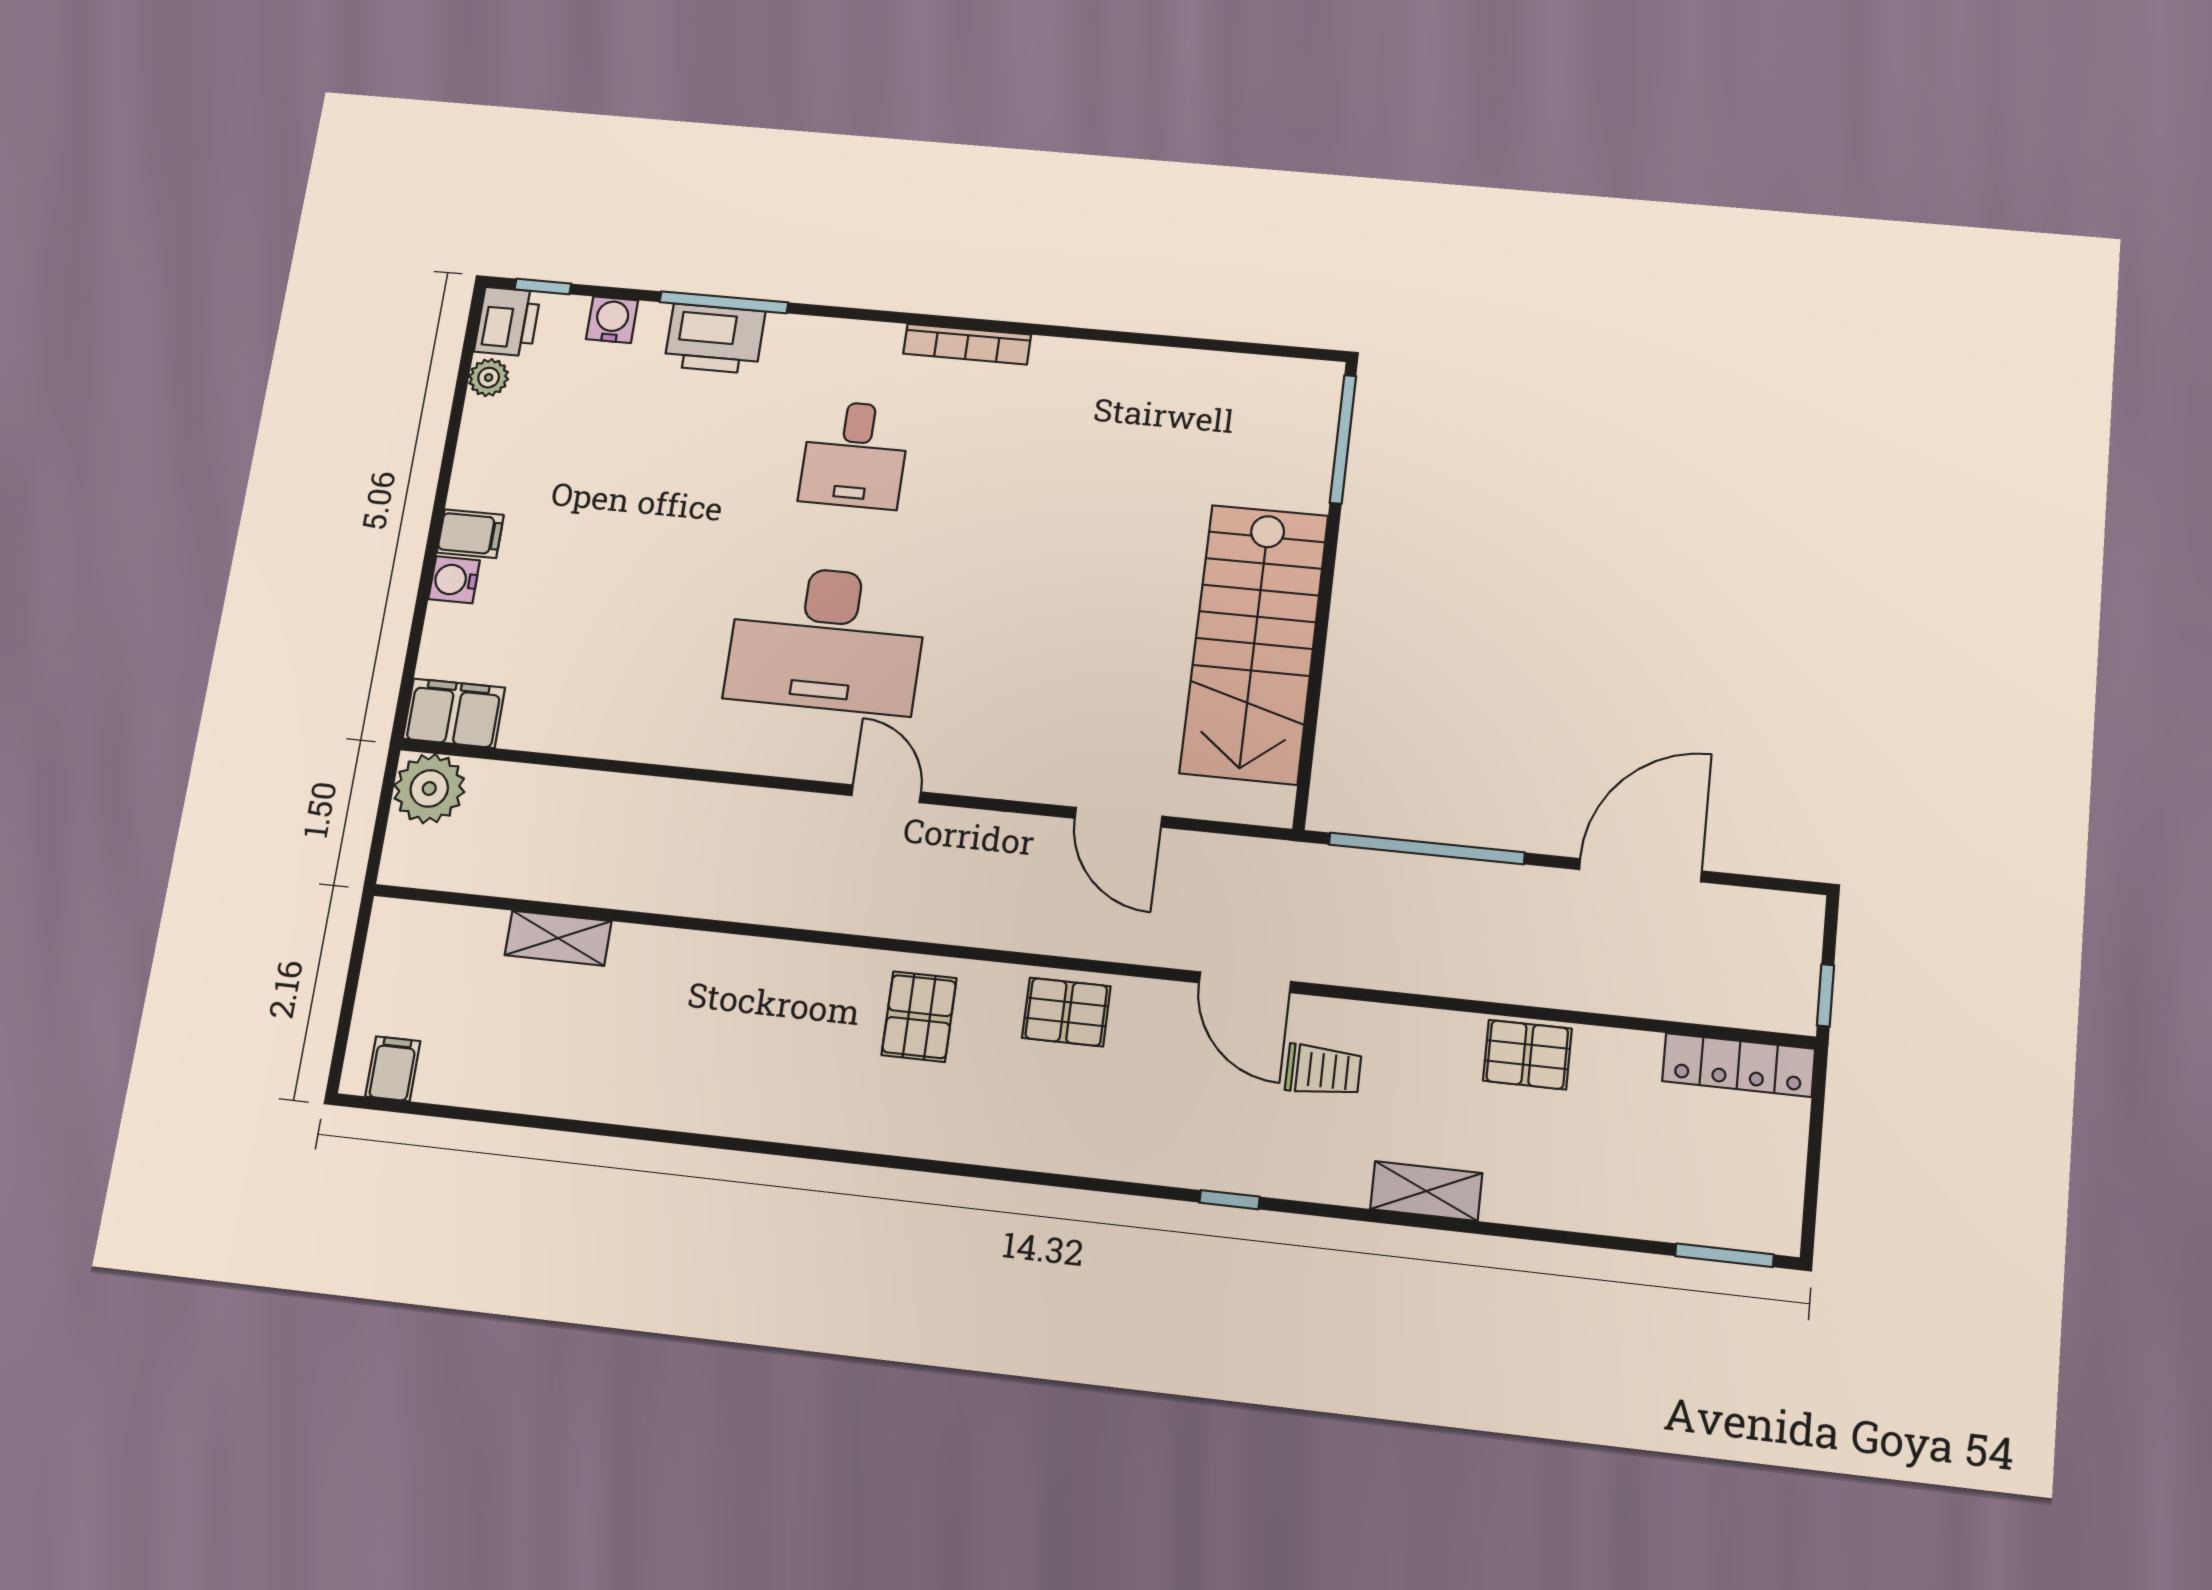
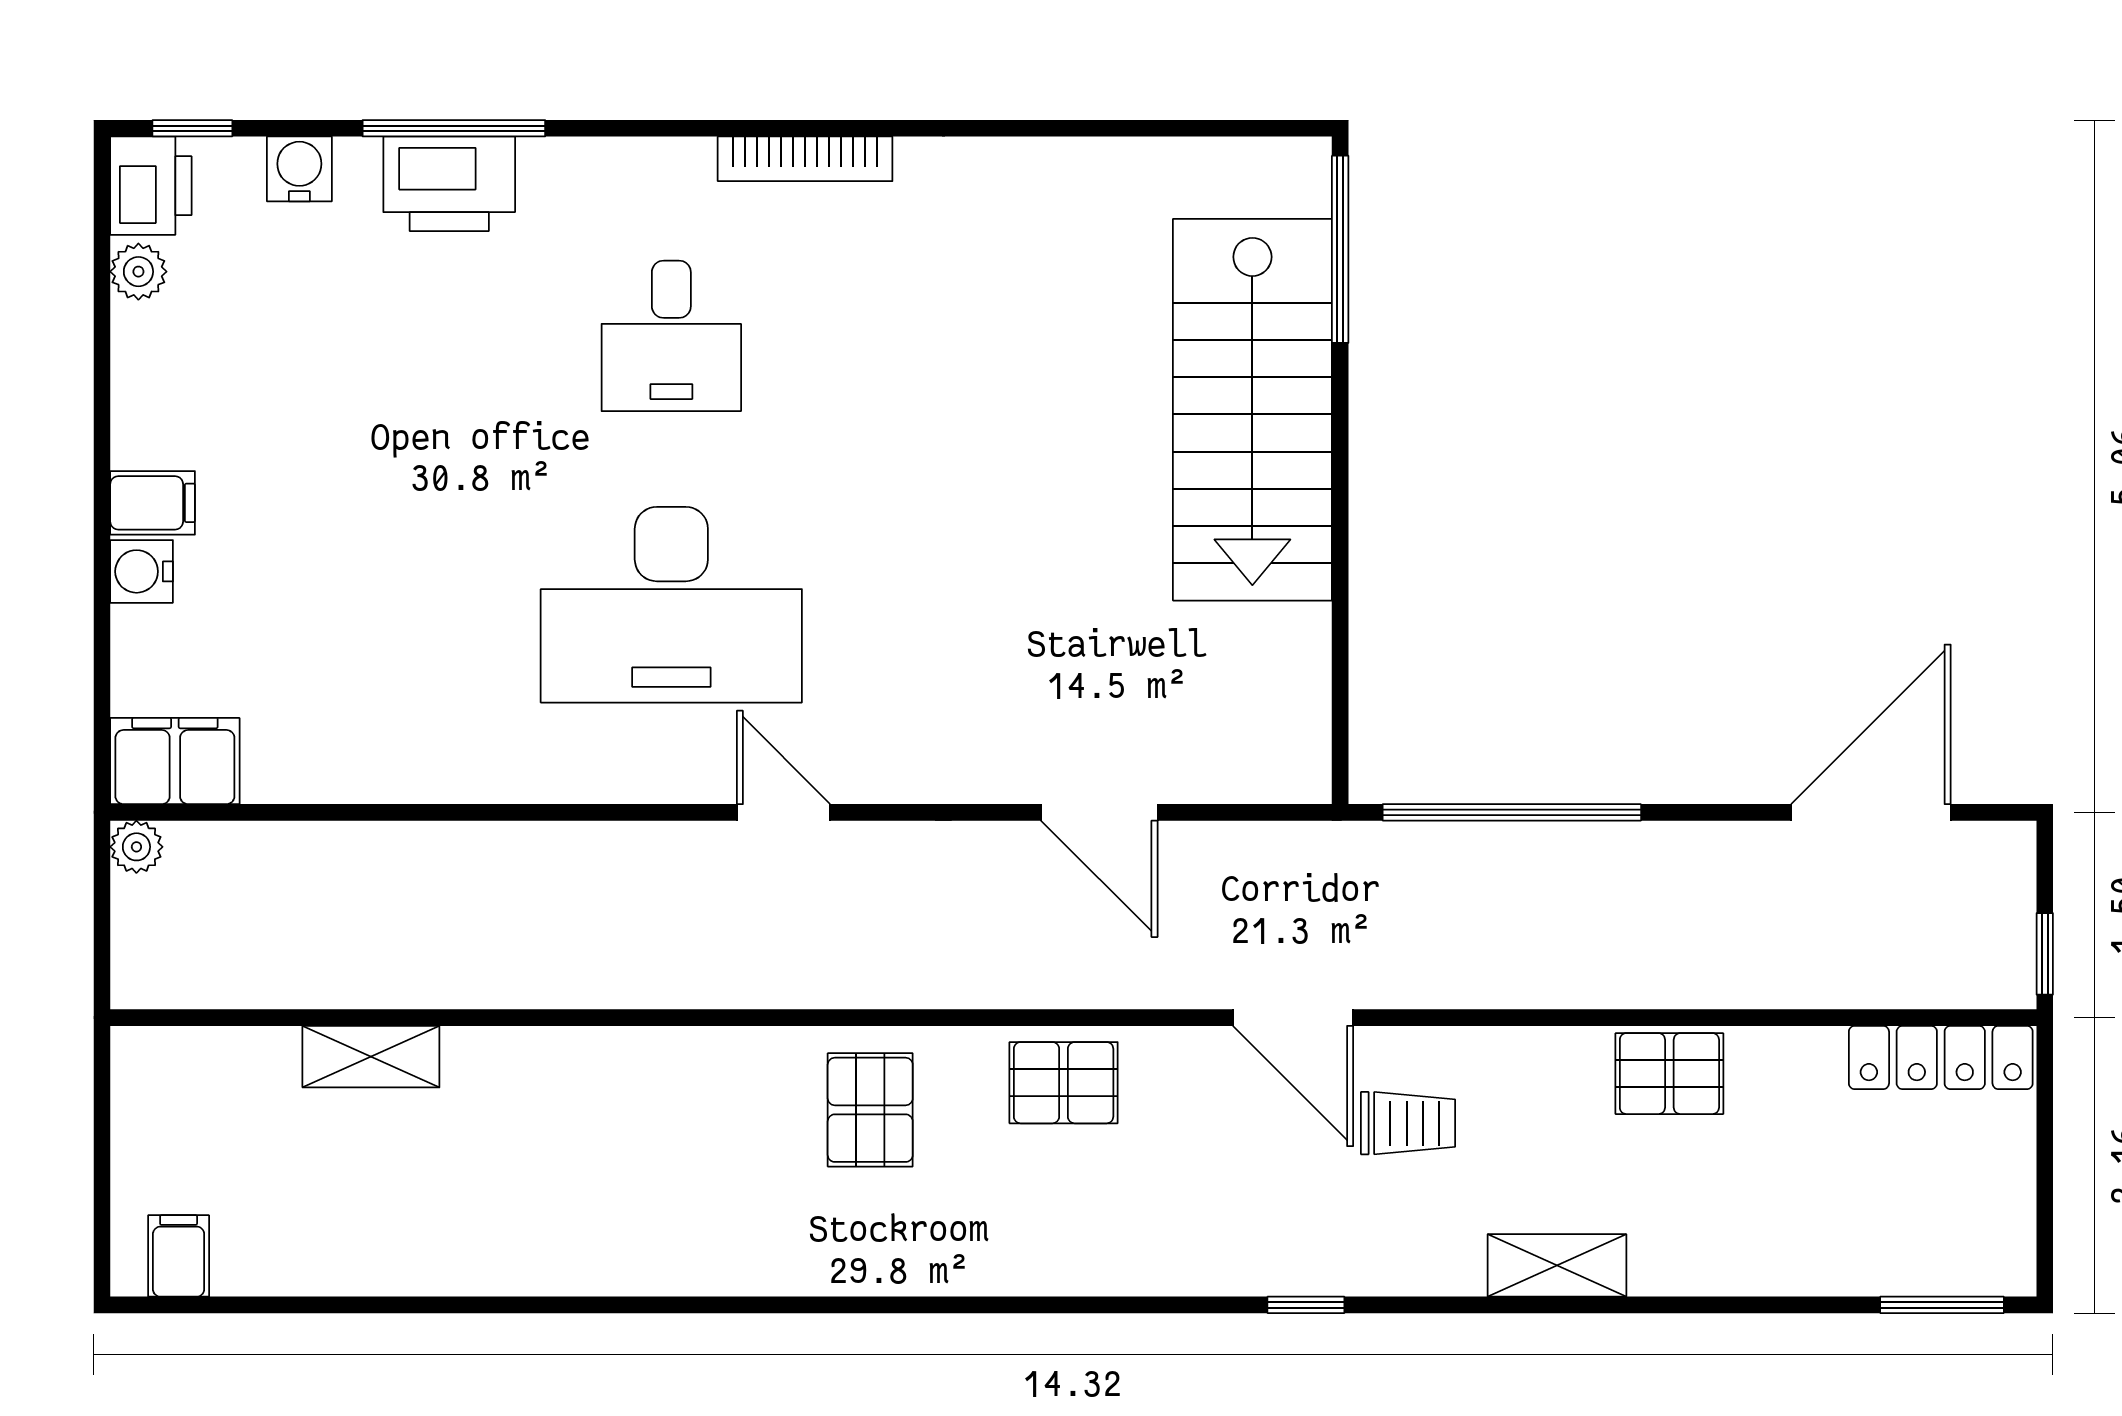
stairs: (1254, 644) -> (1252, 410), moved
plant: (429, 789) -> (136, 847), width x0.53, depth x0.53
door: (1640, 870) -> (1871, 812), moved

